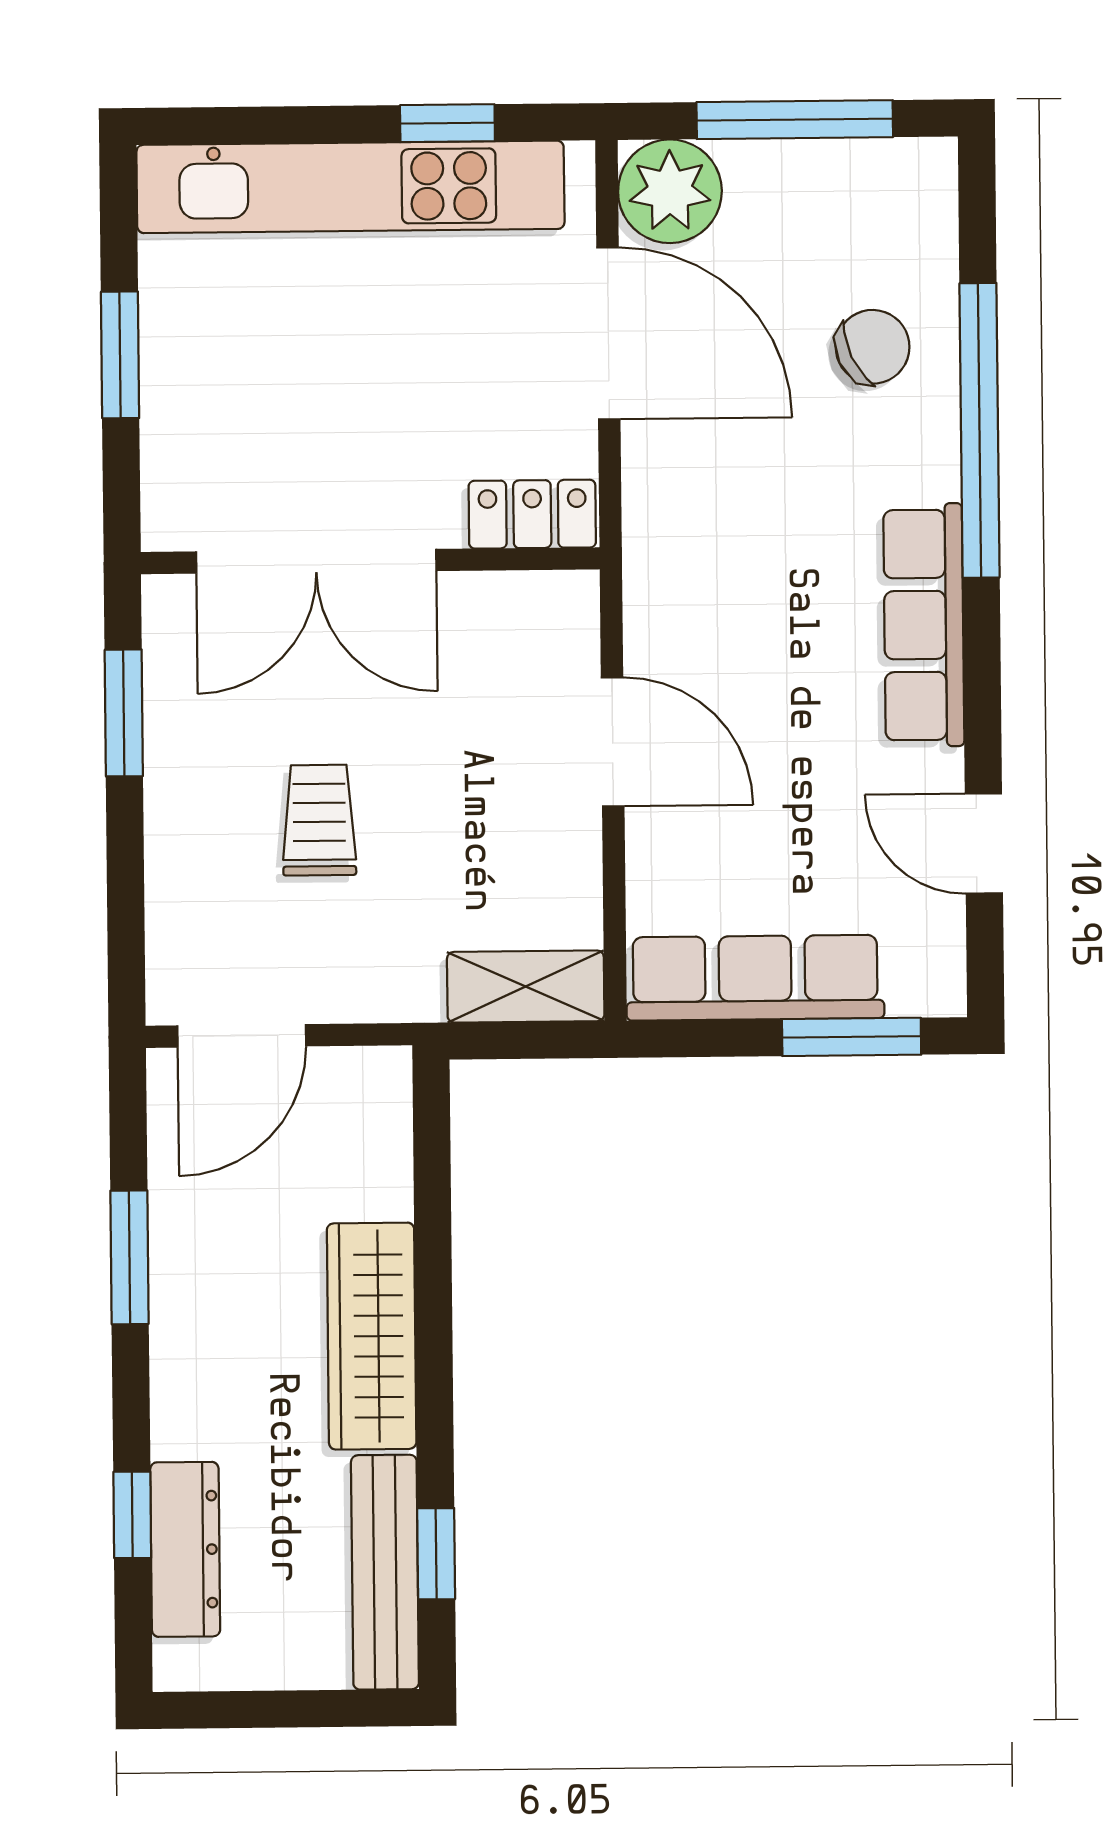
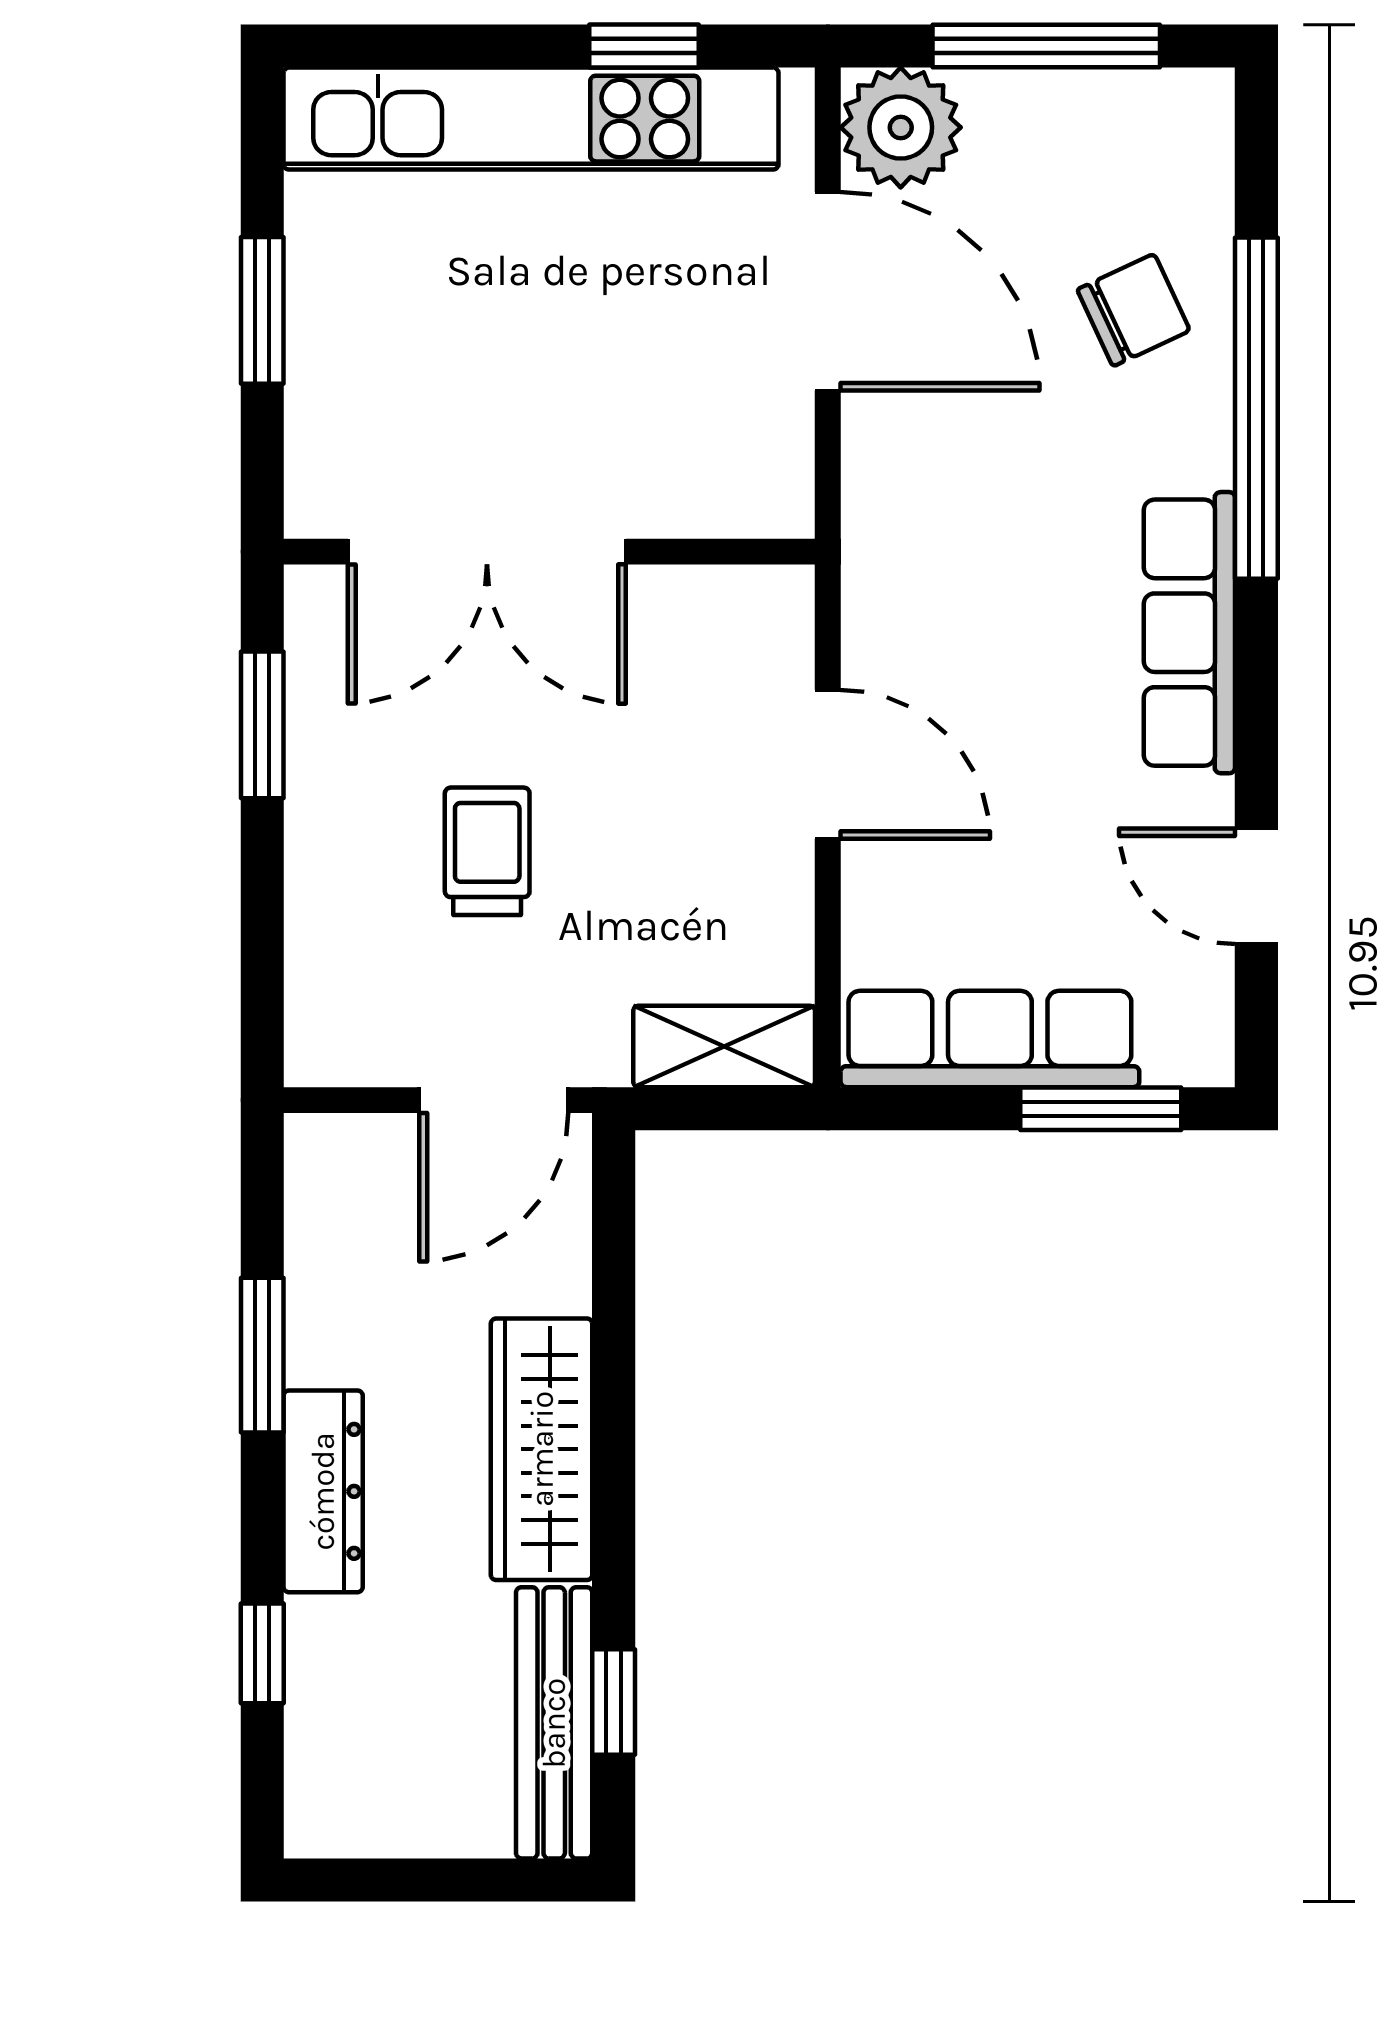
locker: (532, 514) -> (737, 500), removed
door: (242, 1036) -> (494, 1100), moved
dresser: (185, 1549) -> (323, 1491), moved

